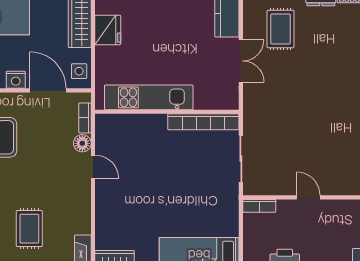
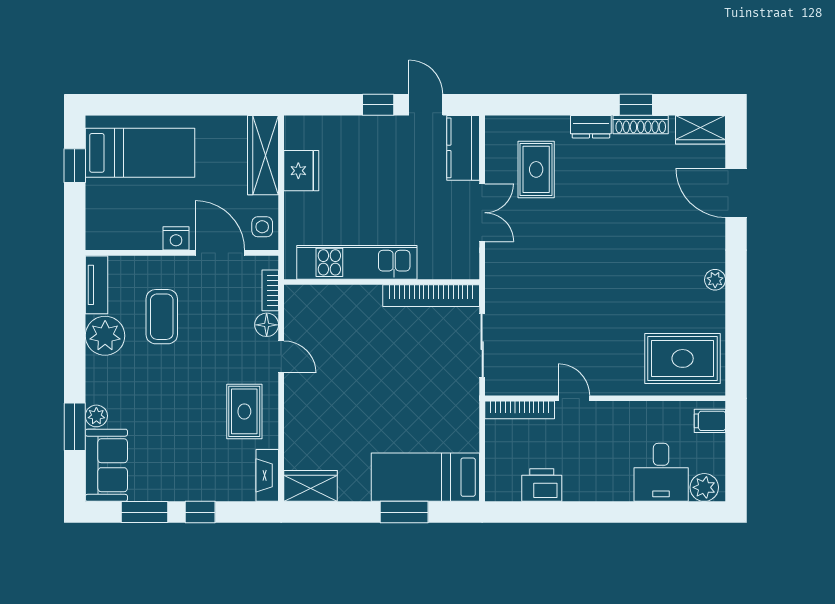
bookcase: (259, 206) -> (520, 410), width x1.56
rug: (29, 229) -> (244, 411), moved

